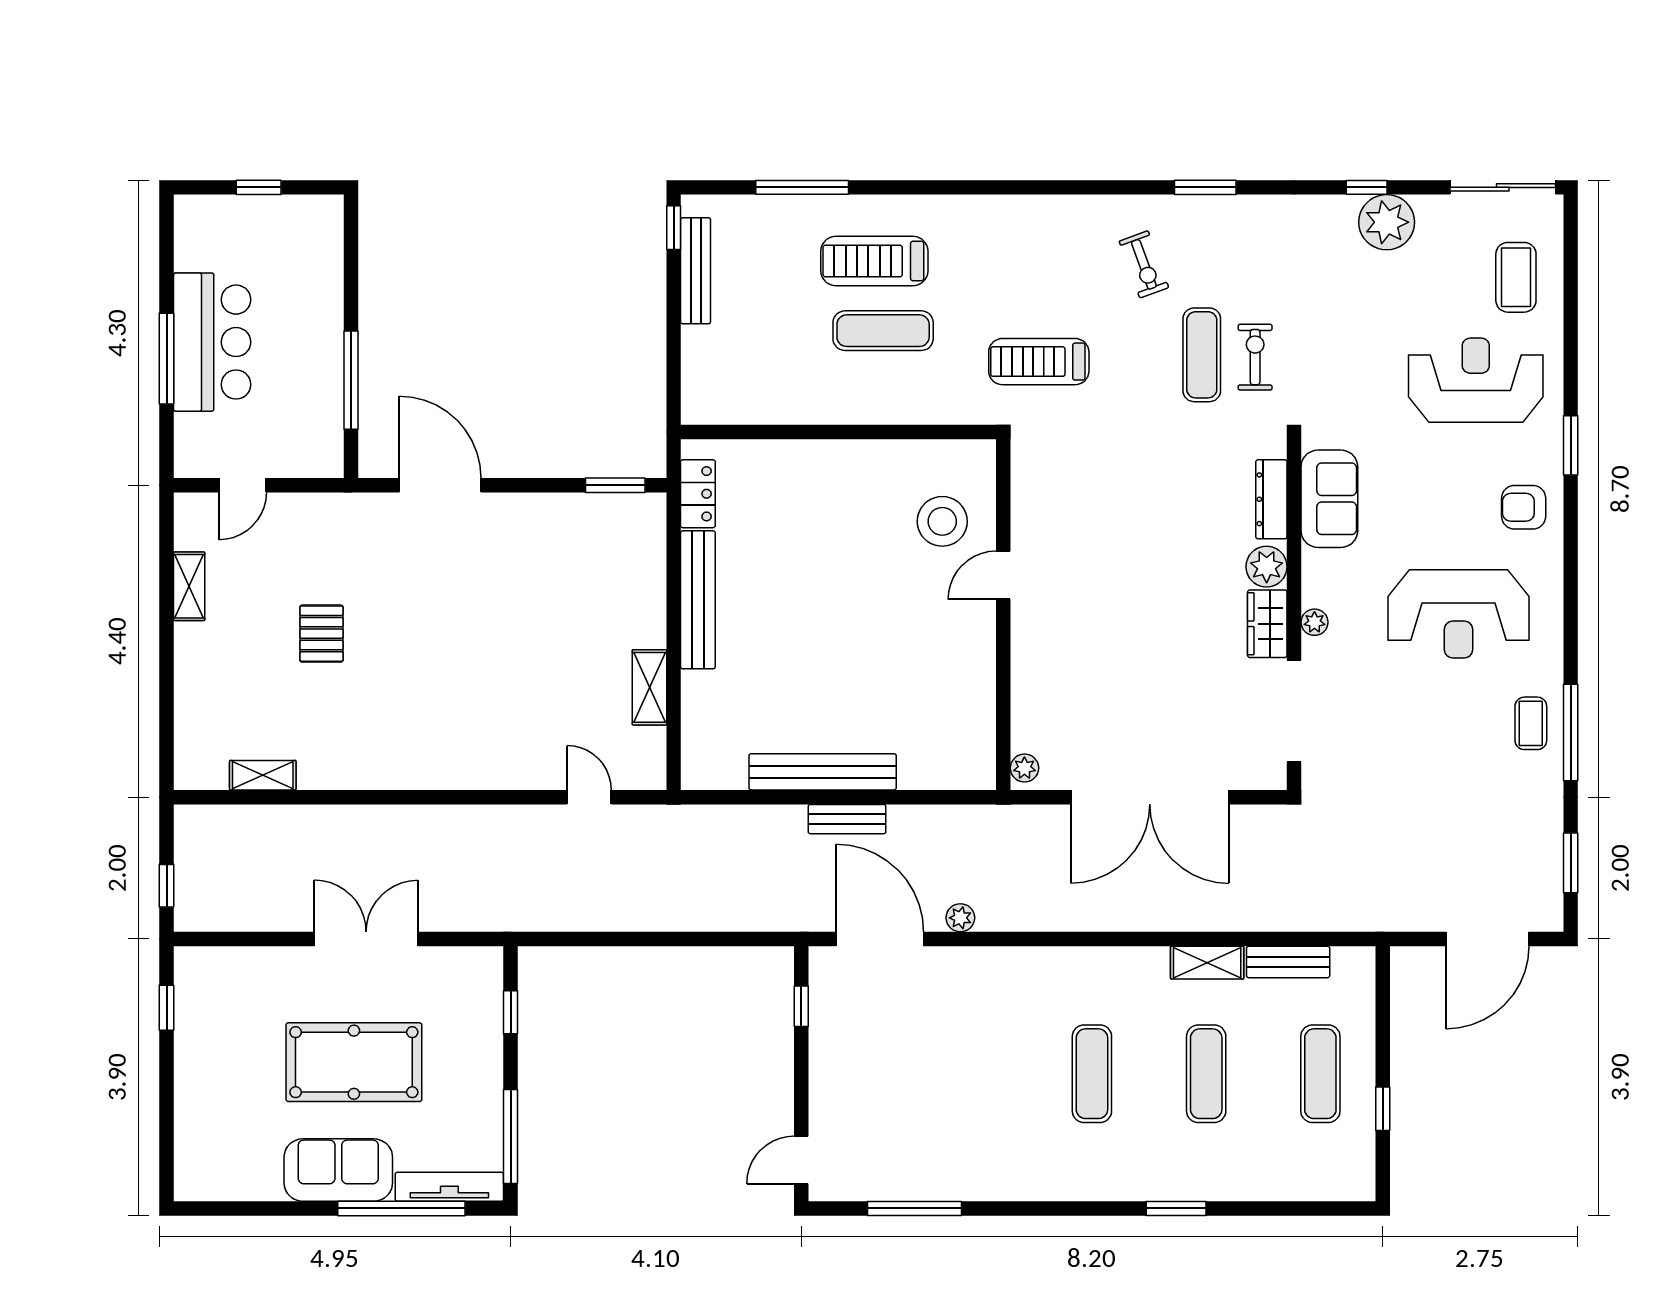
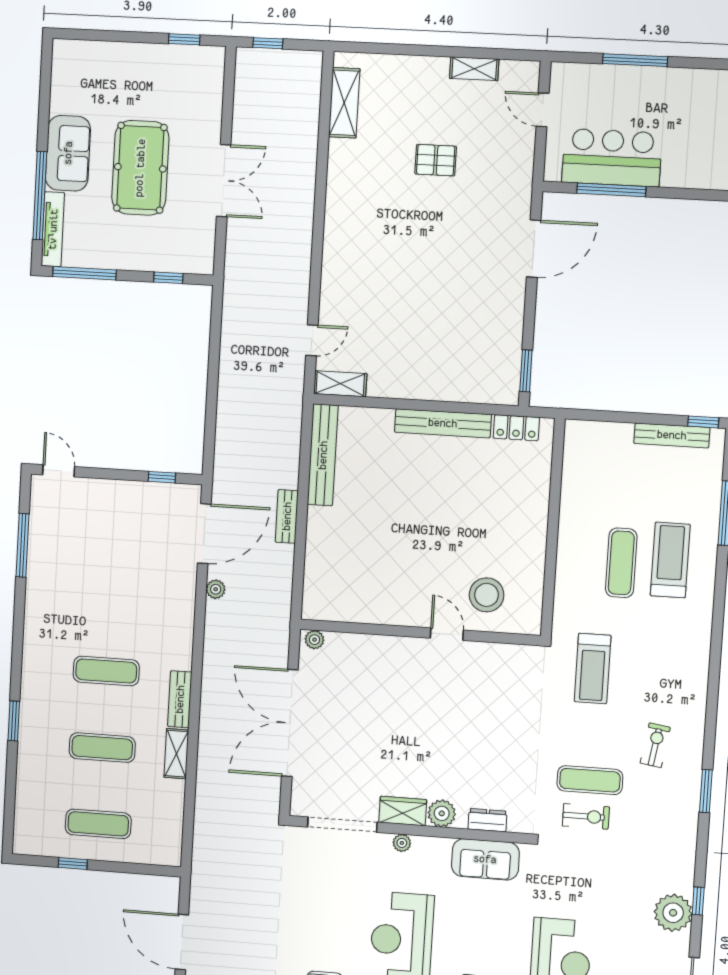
exercise bike: (1144, 264) -> (655, 745), turned 119
bar counter: (212, 342) -> (612, 158), moved, turned 180
treadmill: (1039, 362) -> (593, 669), turned 180
dresser: (1271, 499) -> (487, 820), width x0.70
shelving: (649, 687) -> (340, 384), moved
bench: (823, 772) -> (323, 455), moved
shelving: (263, 775) -> (344, 103), width x1.50, depth x1.33
bench: (1288, 962) -> (180, 699), moved

